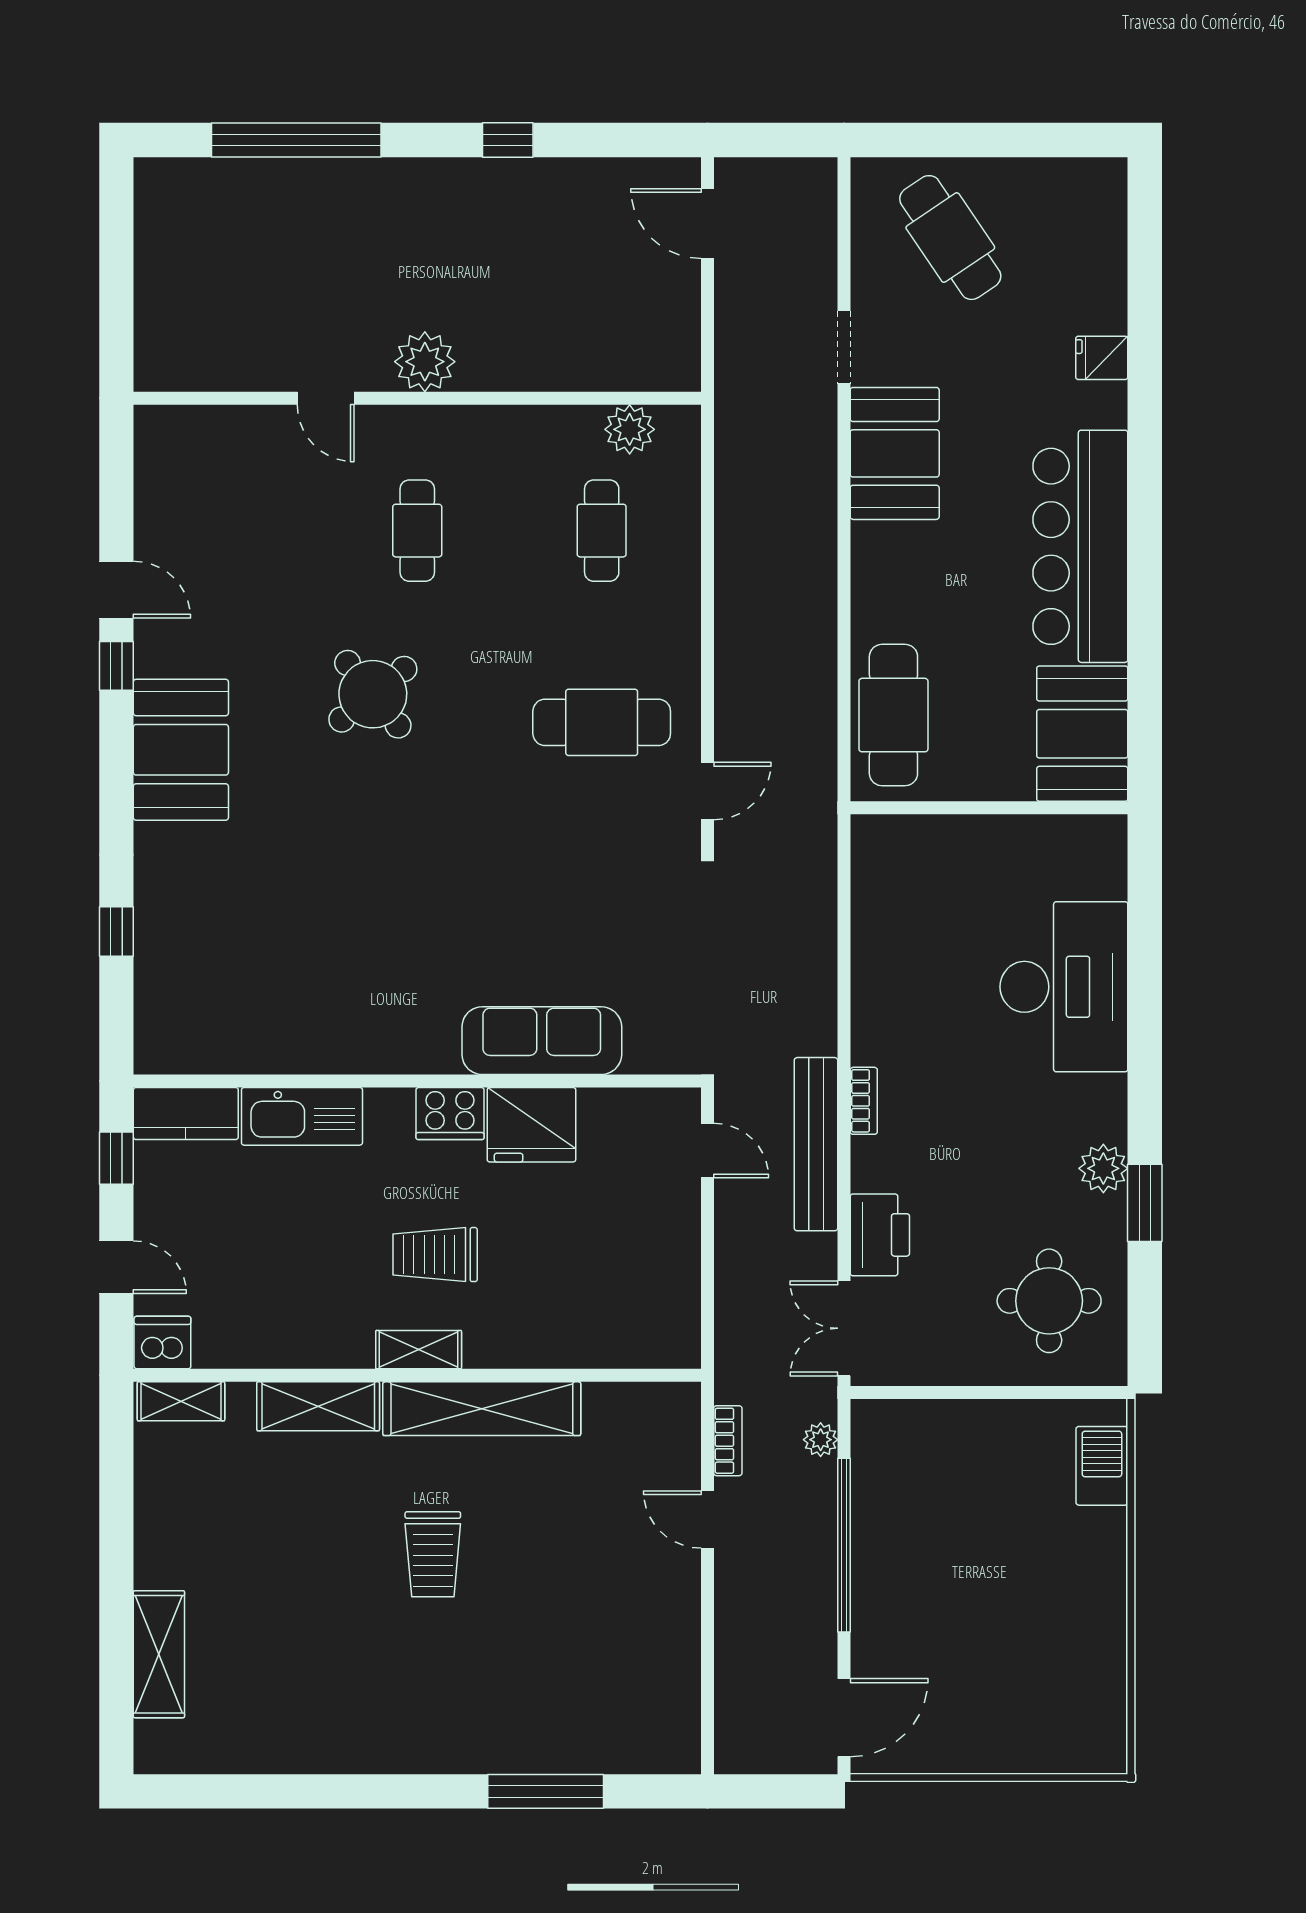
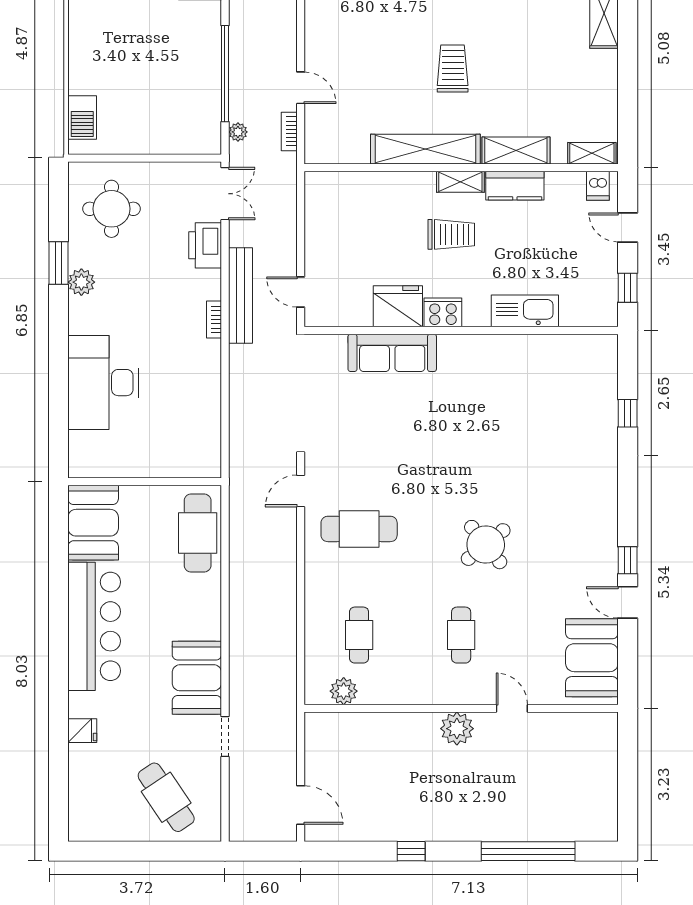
booth: (181, 750) -> (592, 658), moved
kitchen counter: (186, 1113) -> (515, 186), moved, turned 180
dishwasher: (162, 1343) -> (598, 186), width x0.73

